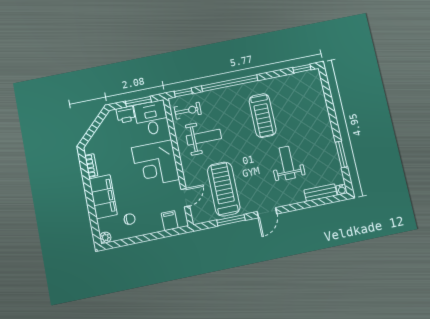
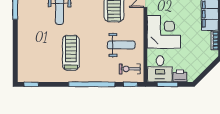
weight bench: (204, 137) -> (121, 45), turned 180

